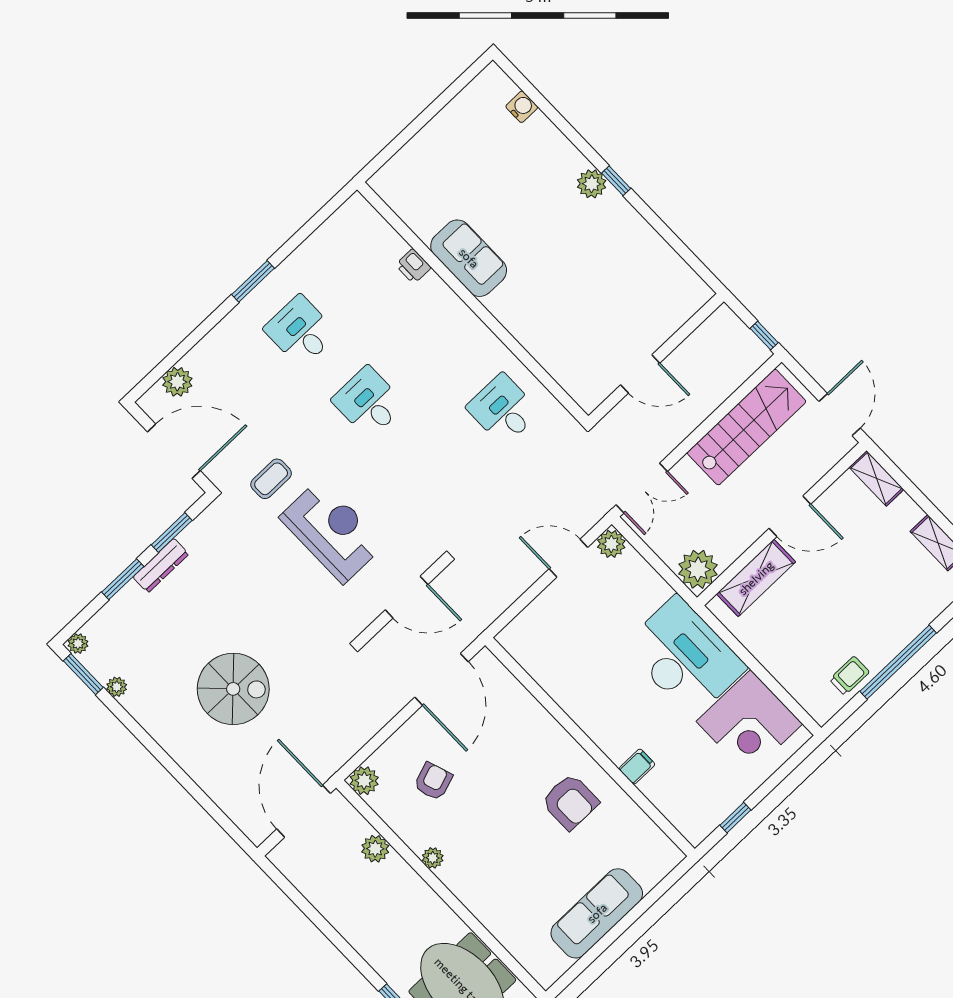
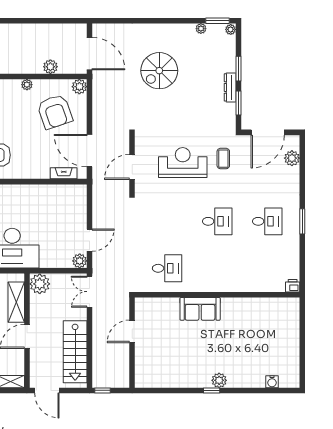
sofa: (469, 258) -> (200, 309), moved
printer: (413, 266) -> (293, 286), moved
reception desk: (332, 531) -> (183, 163), turned 180
fireplace: (509, 685) -> (64, 173), added
armchair: (433, 781) -> (55, 112), width x1.88, depth x1.88

